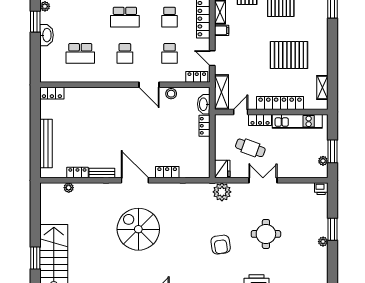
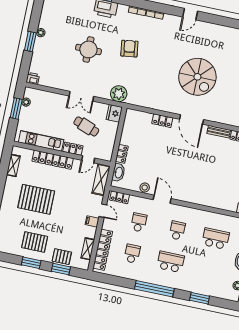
filing cabinet: (222, 30) -> (92, 221), moved

